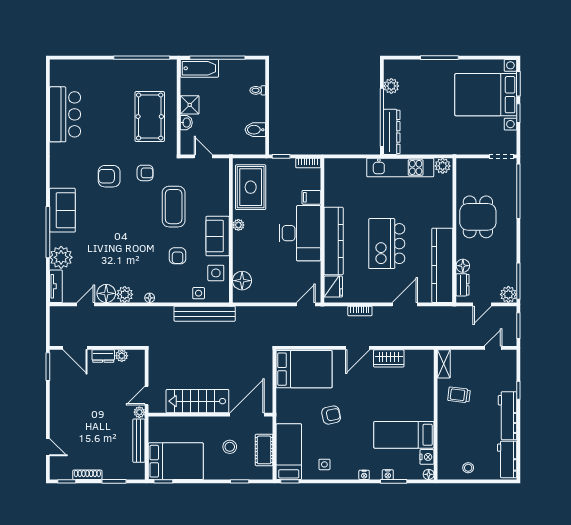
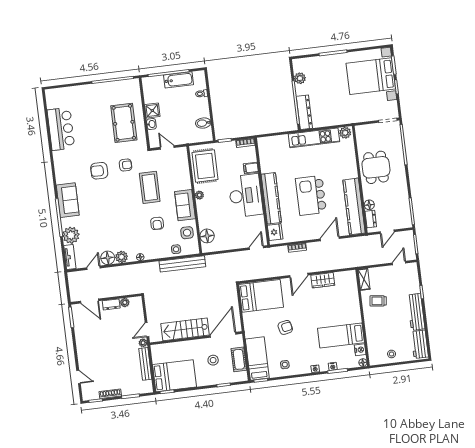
bathtub: (199, 68) -> (179, 80), moved
plant: (508, 294) -> (406, 222), removed

